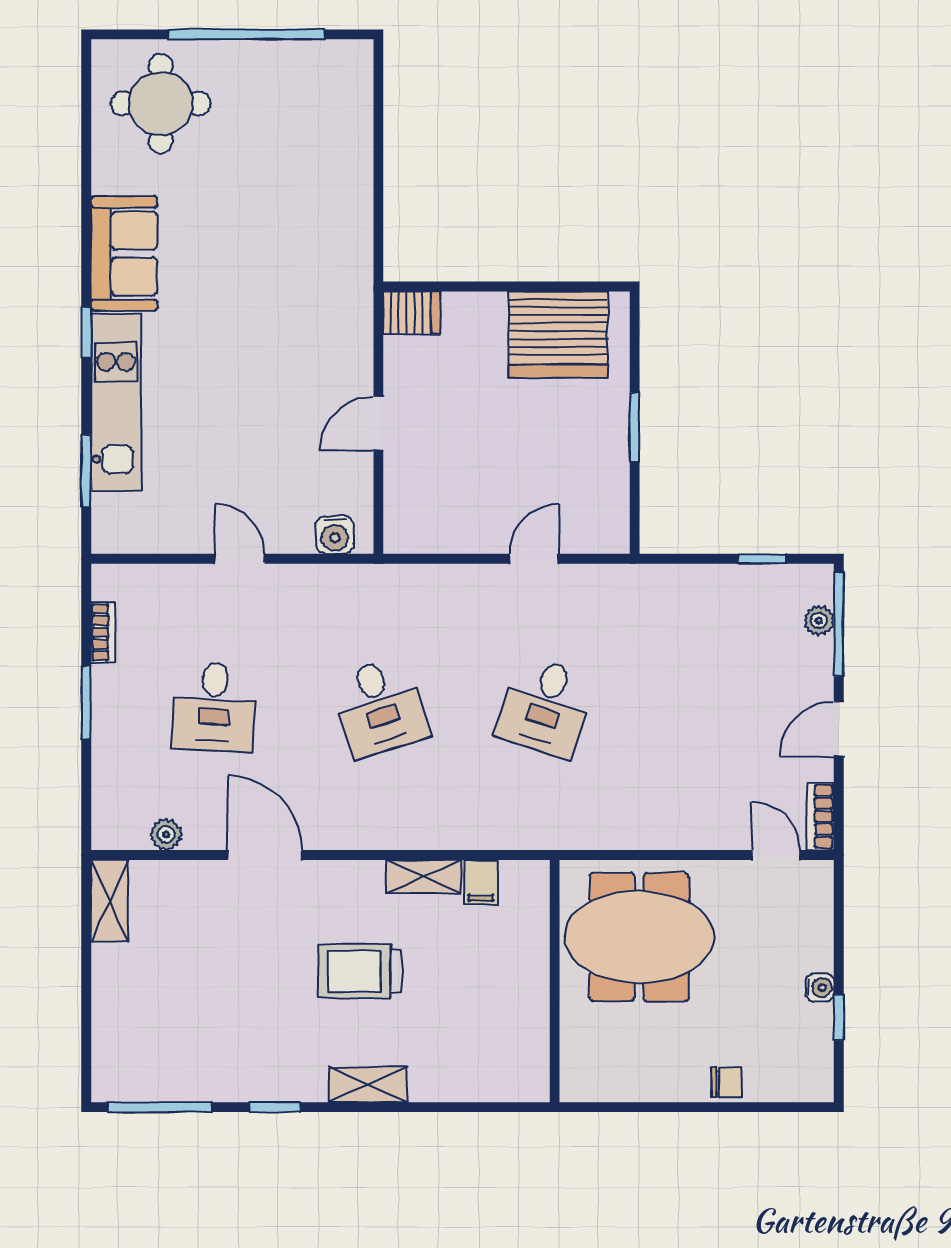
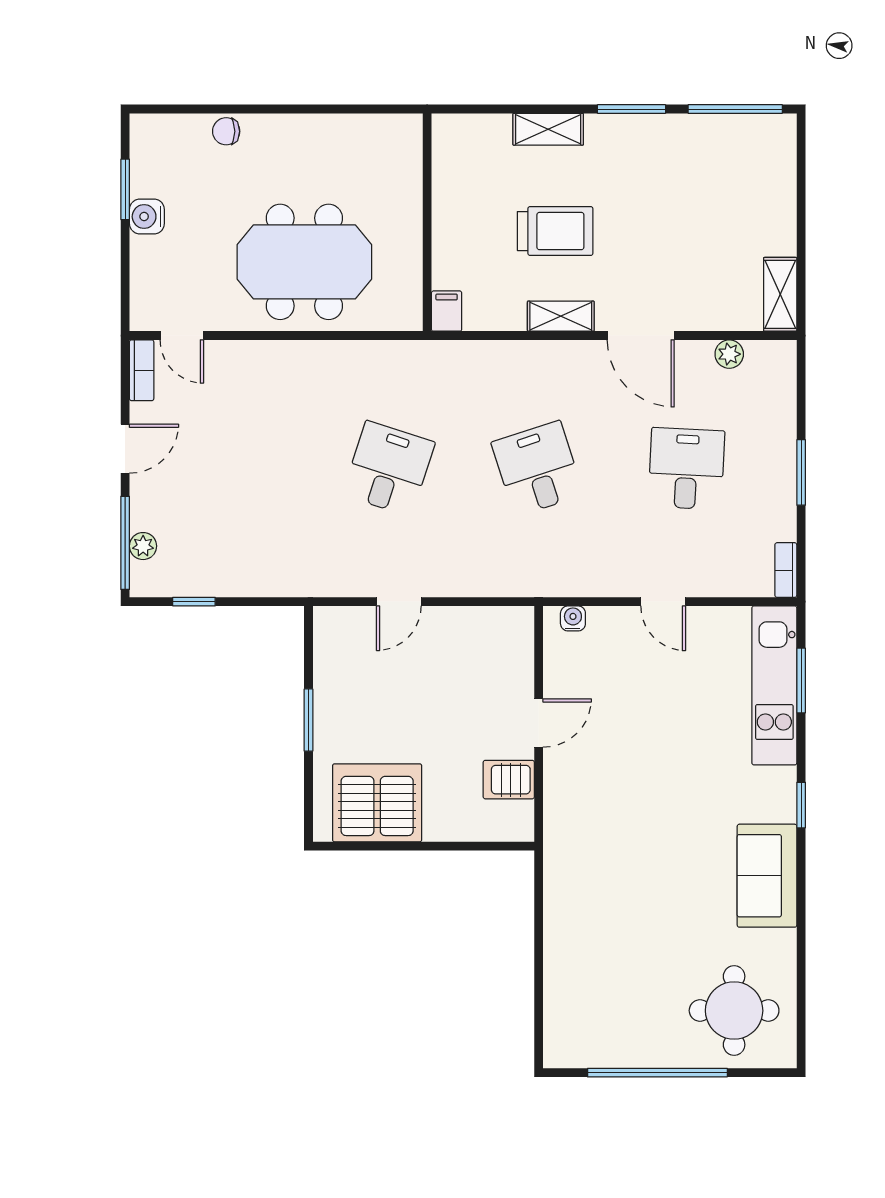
server rack: (412, 313) -> (509, 780), moved
kitchen unit: (116, 403) -> (774, 685), moved
water cooler: (335, 535) -> (573, 618), width x0.72, depth x0.72
bookcase: (103, 632) -> (786, 570), moved
shelving: (424, 877) -> (561, 316), moved
wall: (555, 981) -> (427, 222), moved
water cooler: (820, 988) -> (147, 217), width x1.38, depth x1.38
window: (839, 1018) -> (125, 189), width x1.50
window: (275, 1107) -> (632, 109), width x1.50

